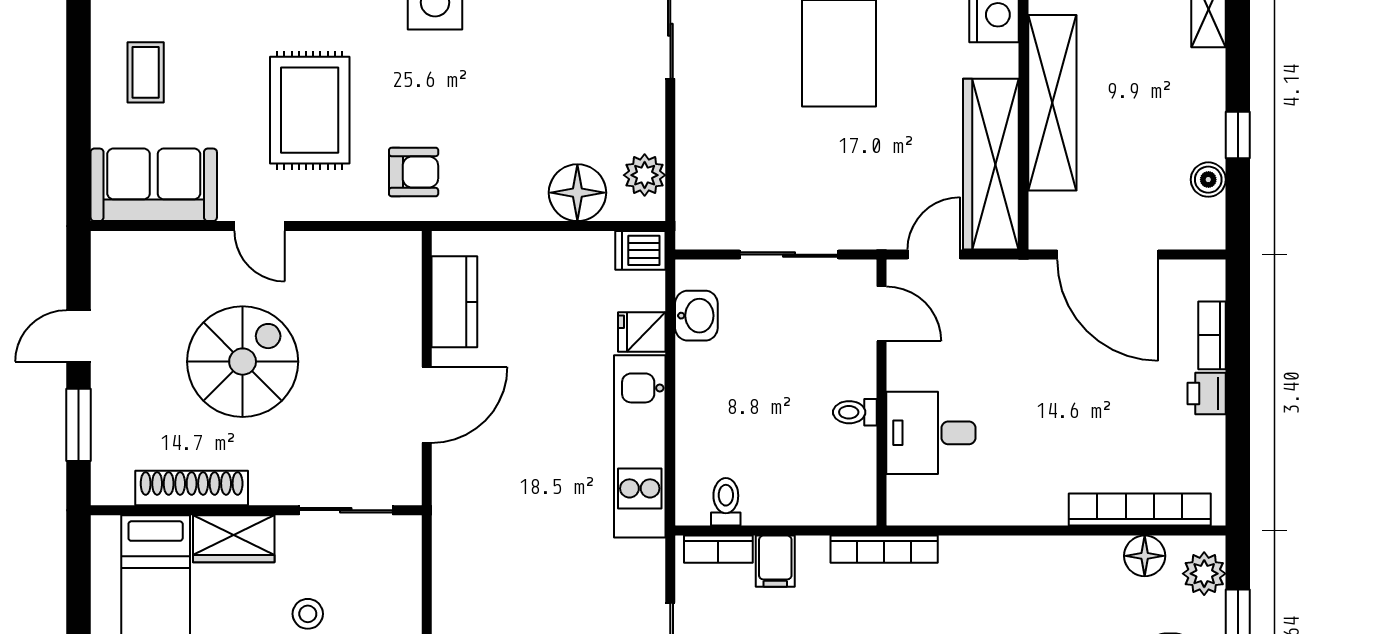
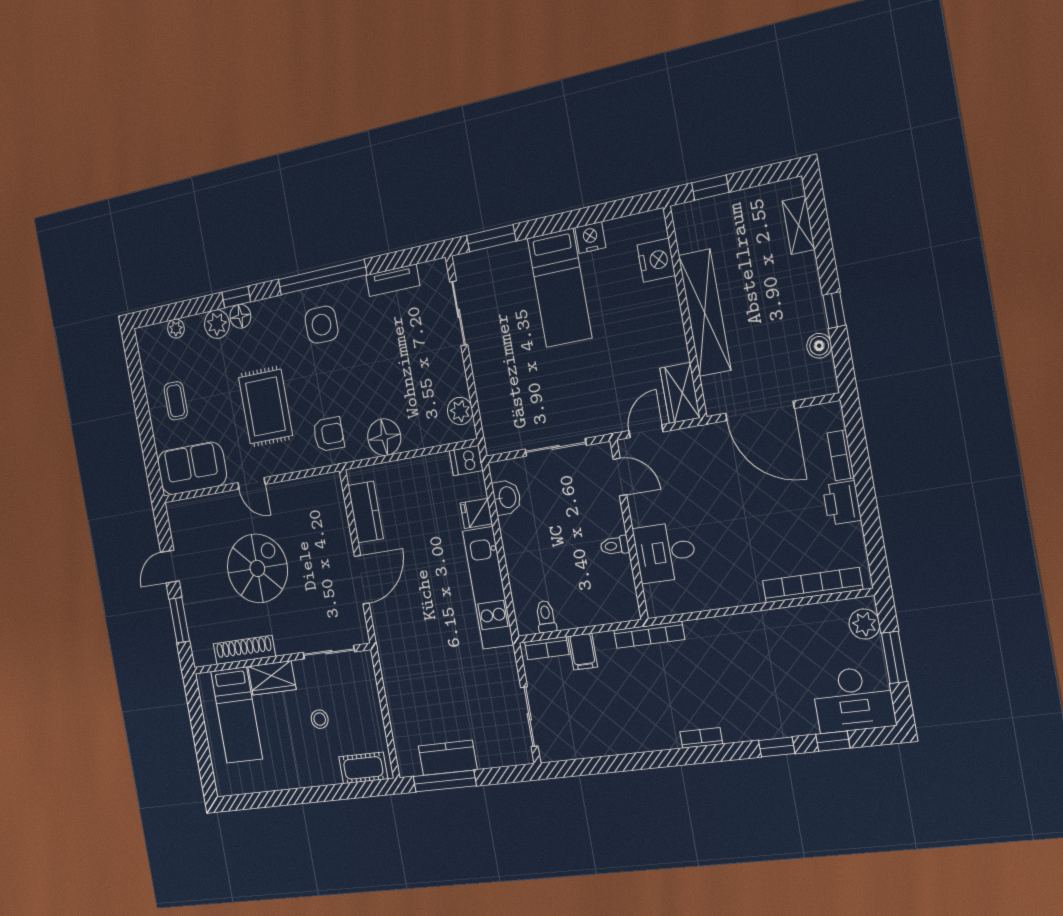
wardrobe: (991, 164) -> (680, 393), width x0.48, depth x0.85
floor lamp: (577, 193) -> (384, 437), moved
printer: (1207, 393) -> (842, 503), width x1.36, depth x1.24
floor lamp: (1145, 556) -> (821, 617), removed

